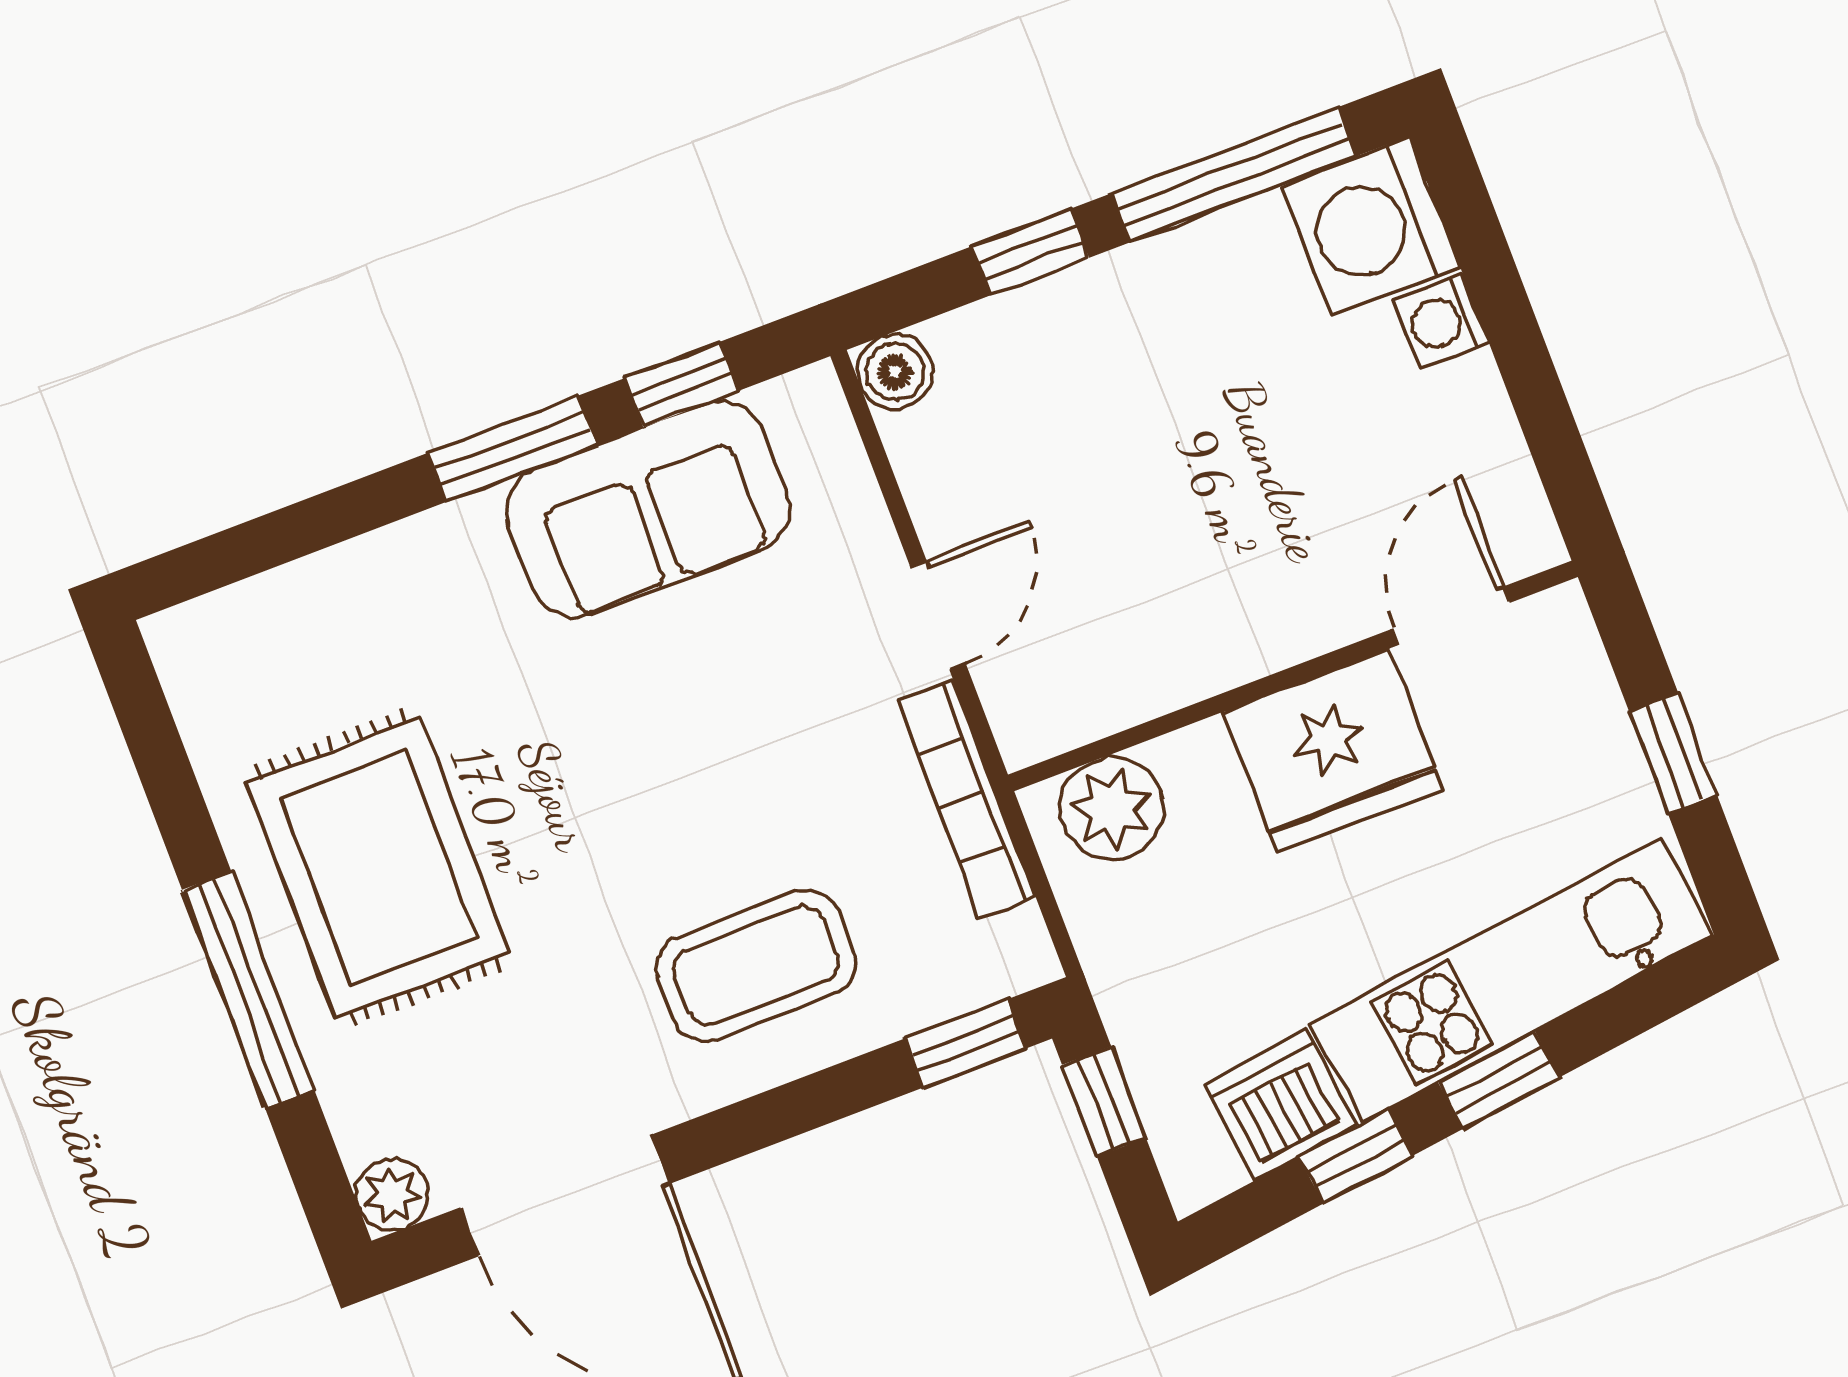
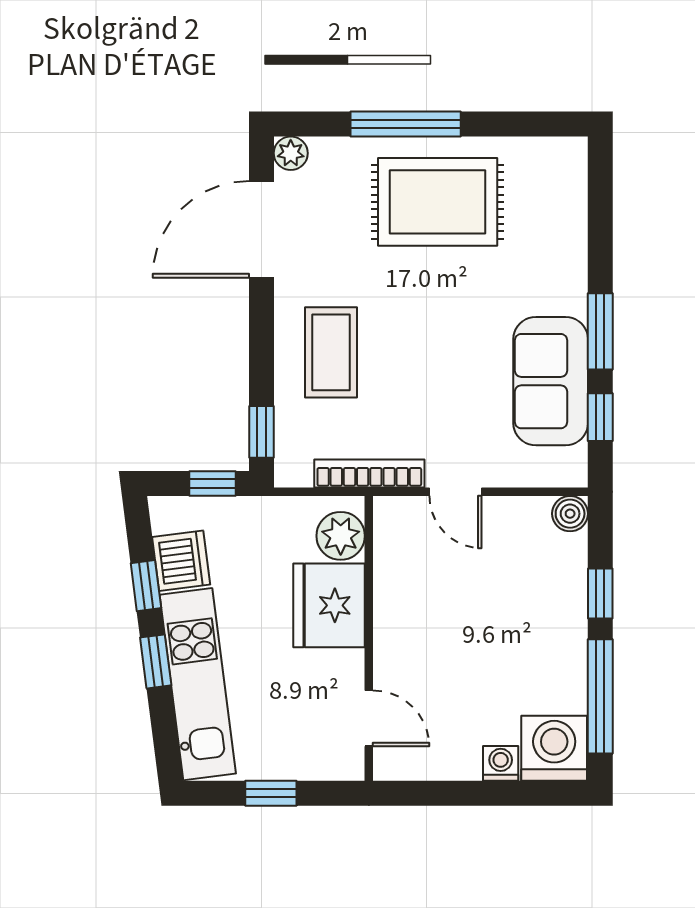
fridge: (1333, 751) -> (329, 605), moved

